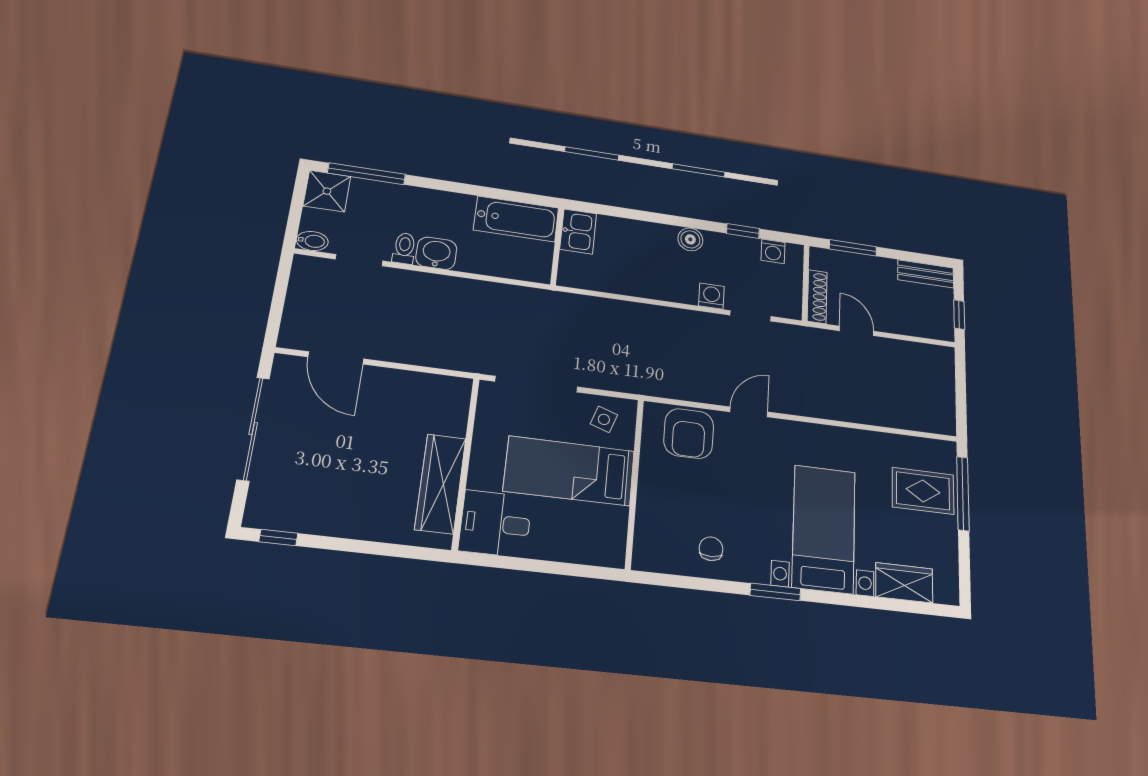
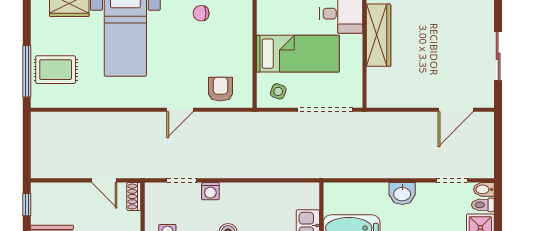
toilet: (404, 248) -> (483, 205), moved, turned 90
shoe rack: (817, 297) -> (134, 196), width x0.70
door: (336, 358) -> (456, 110), swing flipped
sliding door: (253, 429) -> (498, 56), width x0.73
armchair: (689, 433) -> (220, 89), width x0.72, depth x0.72
chair: (711, 549) -> (201, 13), turned 90

